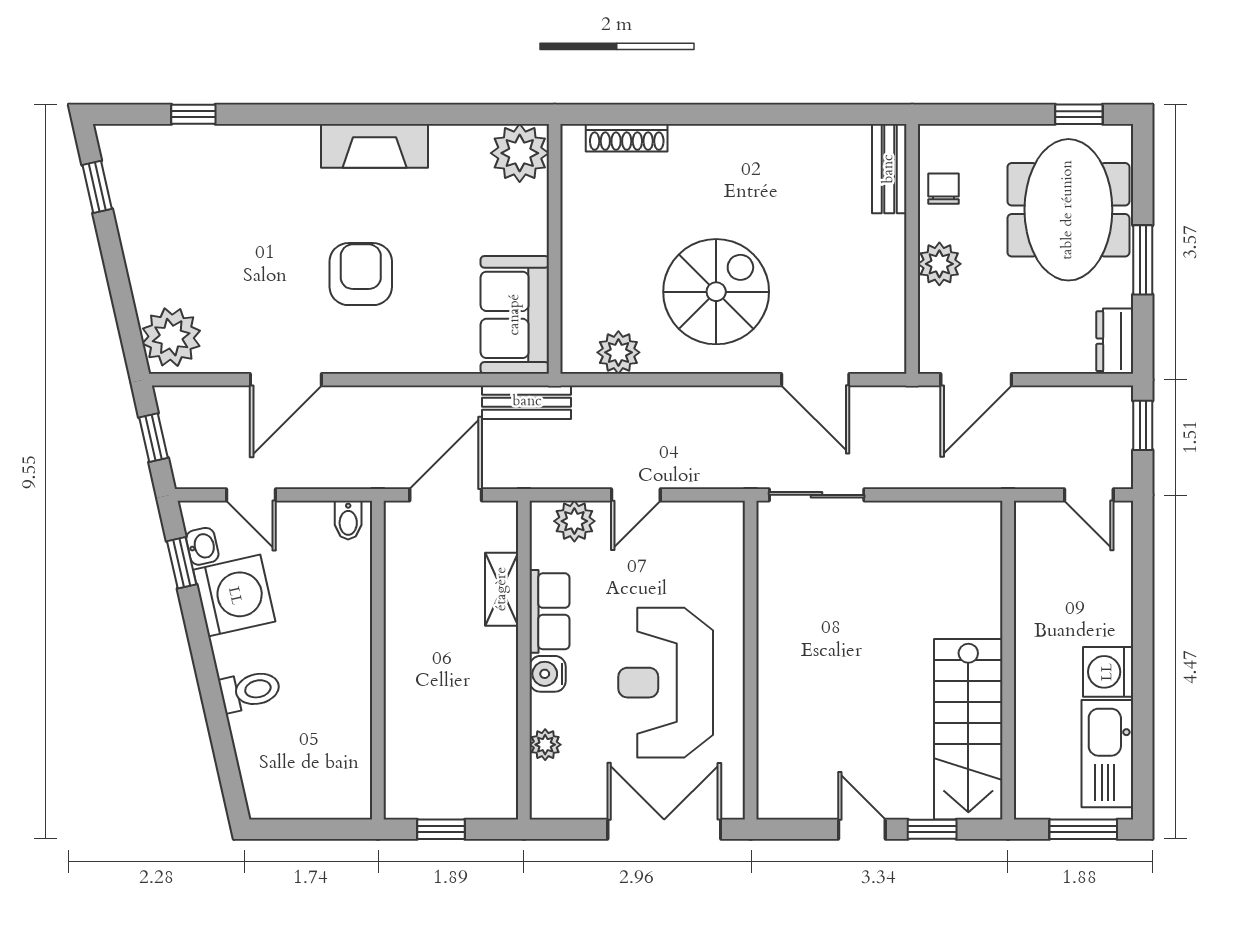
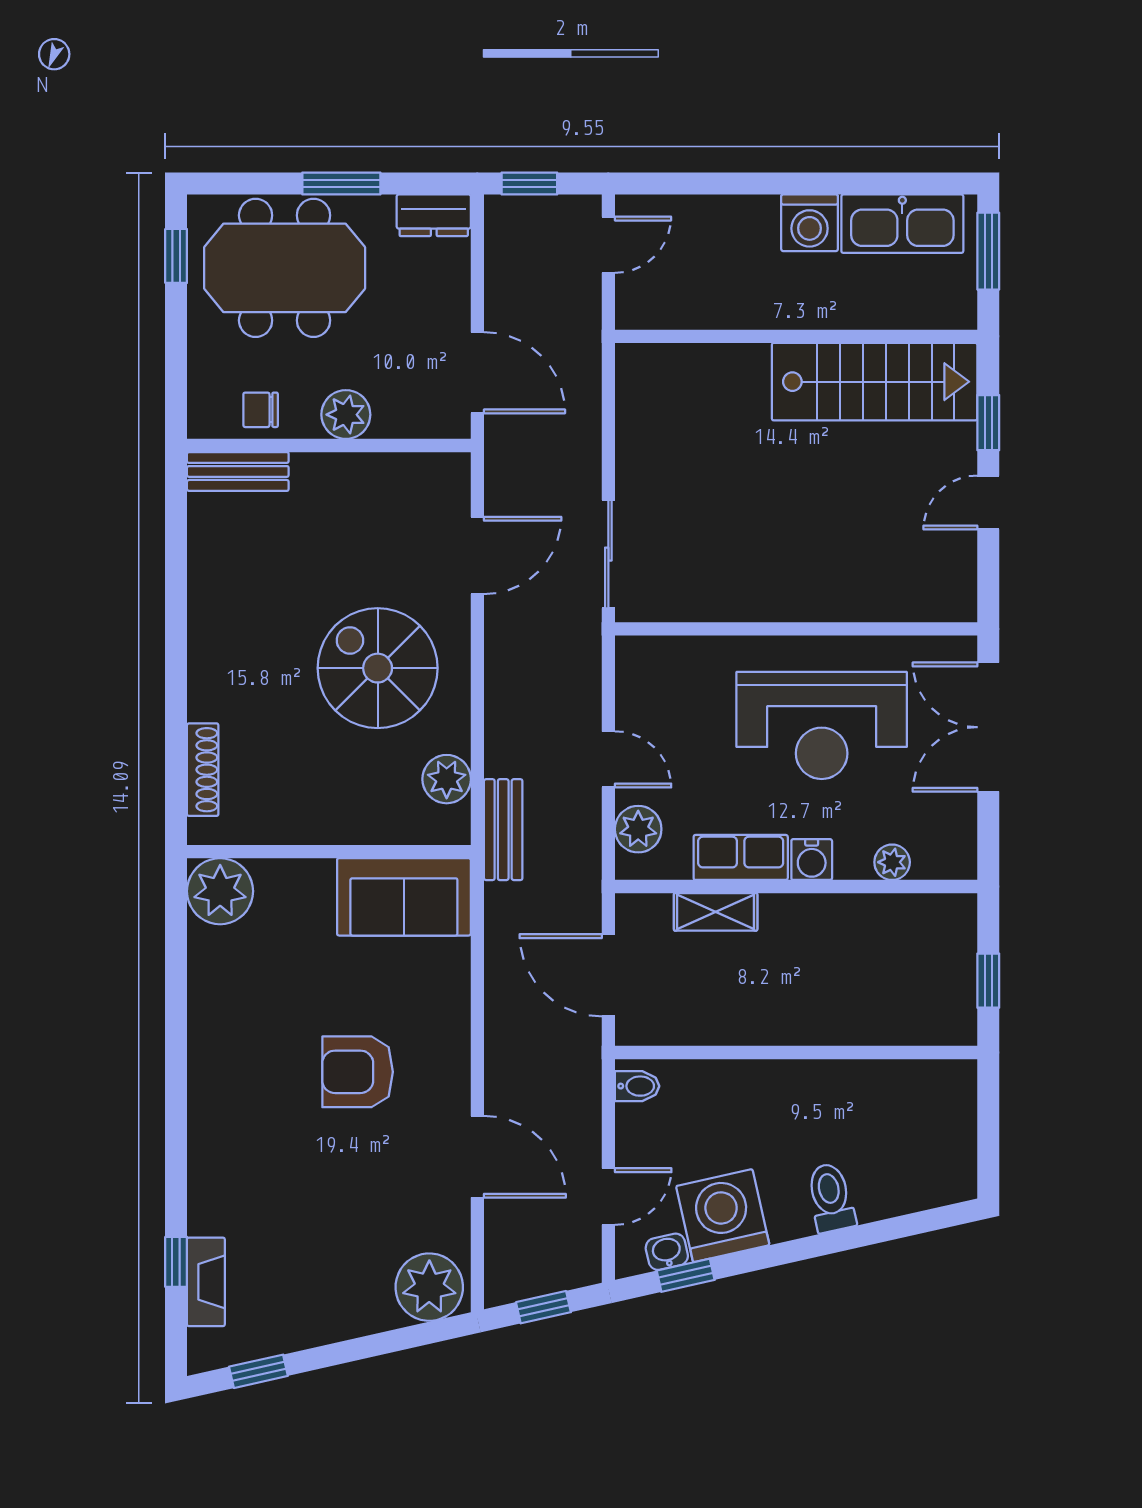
fireplace: (375, 146) -> (206, 1282), moved, width x0.73, depth x0.76
bench: (527, 402) -> (503, 830), moved

